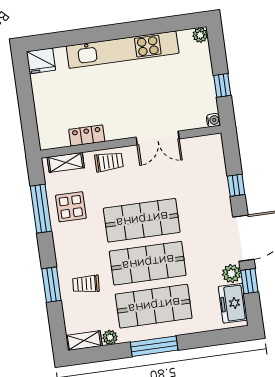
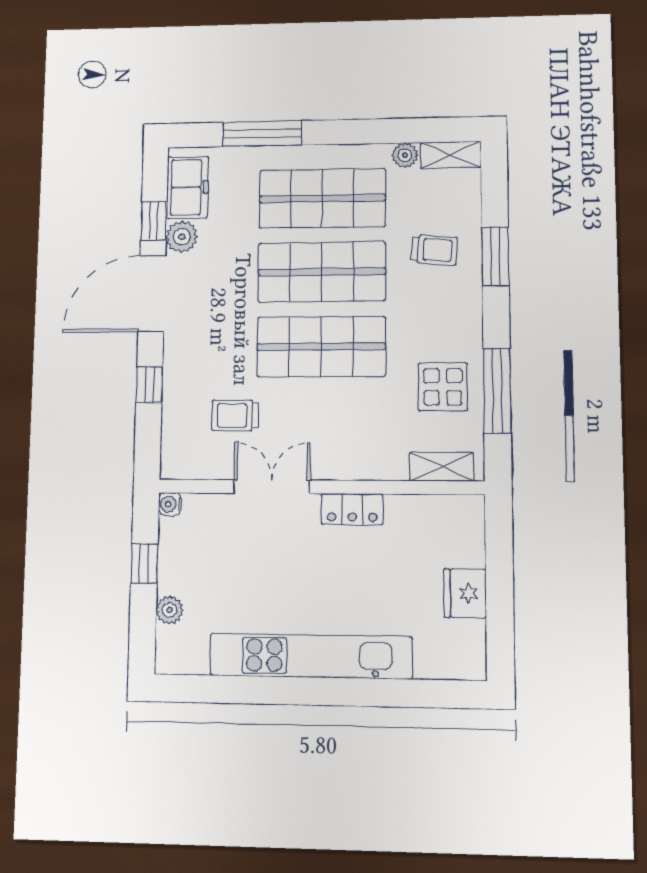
plant: (200, 35) -> (169, 610), moved
fridge: (41, 61) -> (465, 593), moved, turned -90
locker: (87, 135) -> (352, 509), moved
trolley: (109, 162) -> (235, 415), moved
window: (154, 346) -> (262, 134), moved

